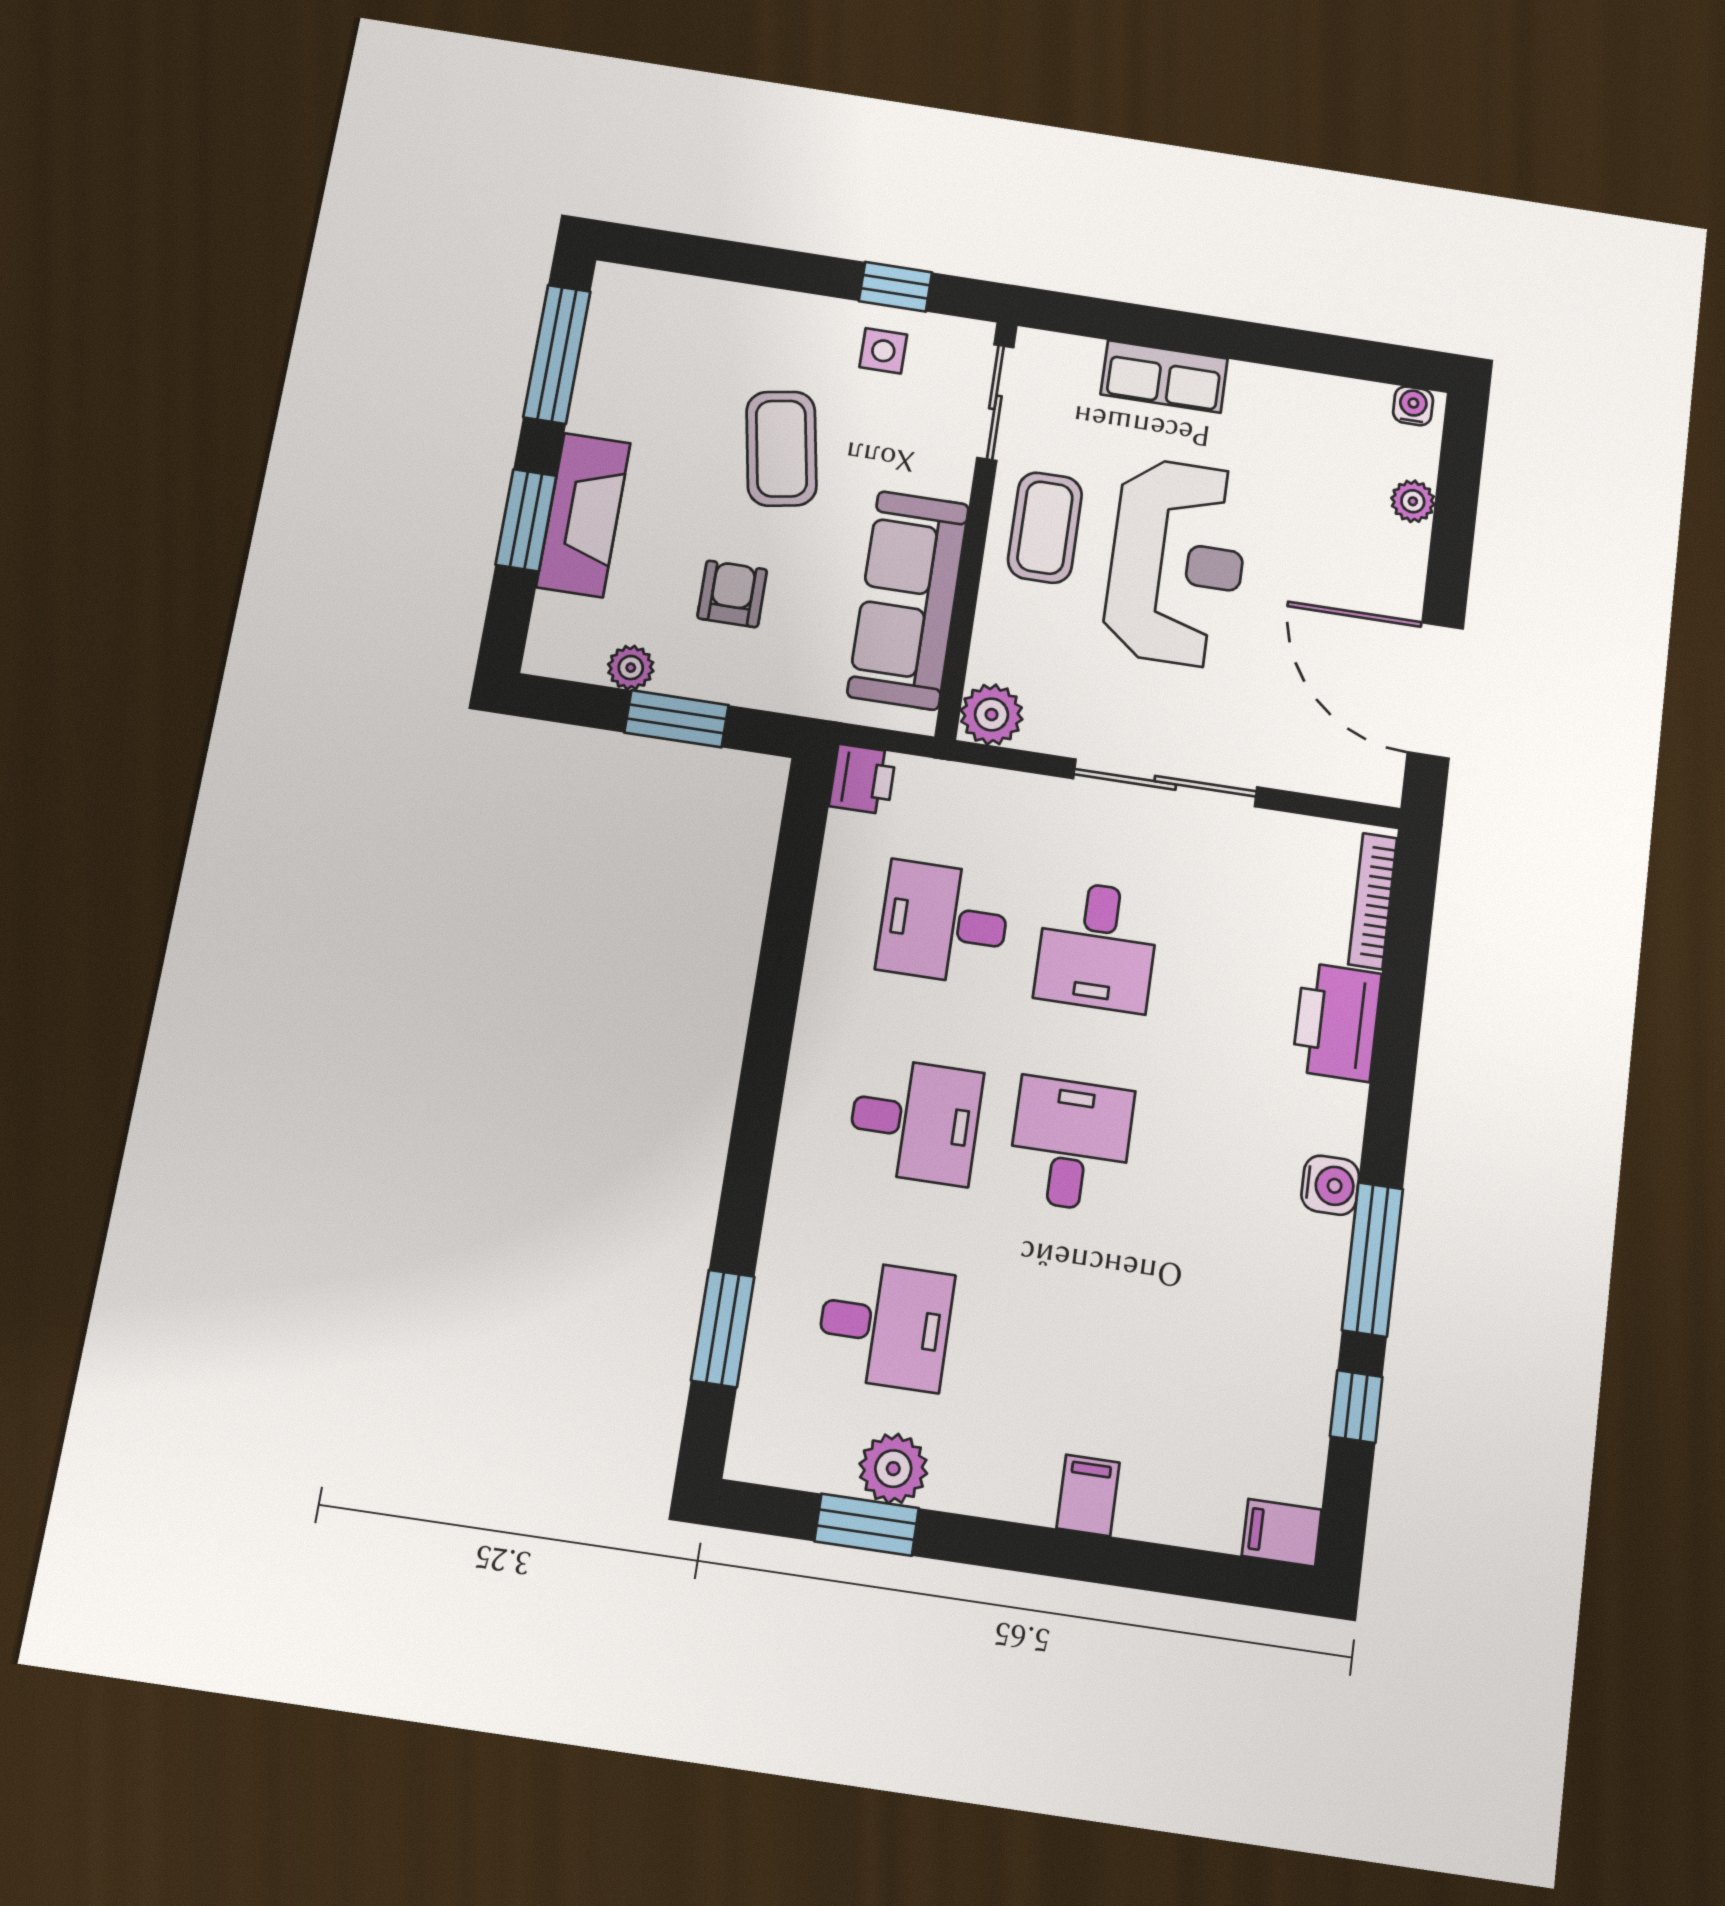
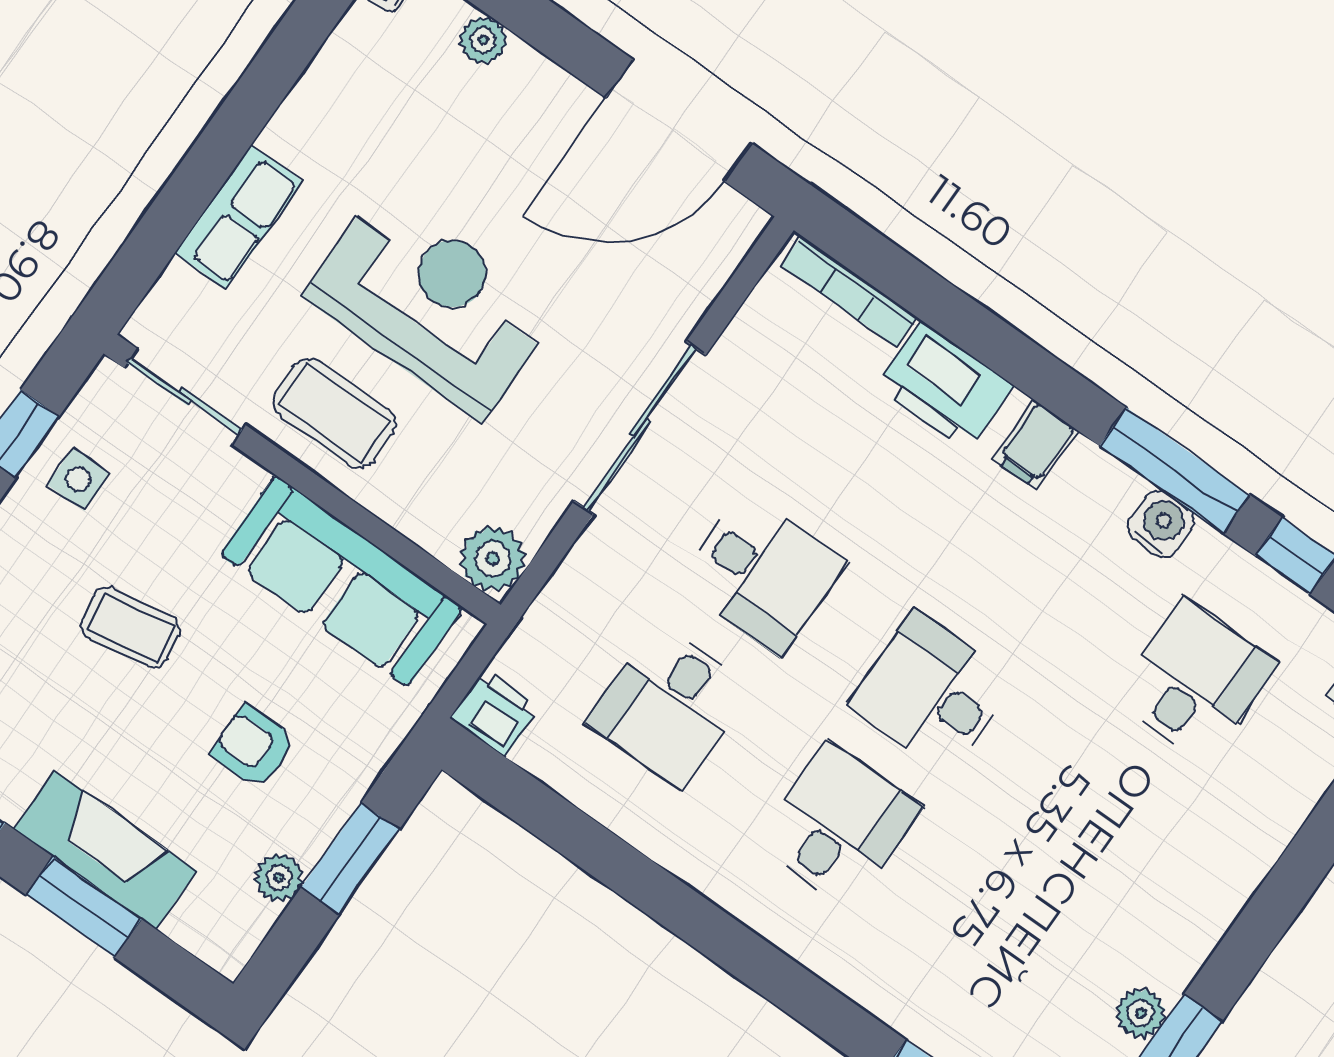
coffee table: (781, 449) -> (131, 628), width x0.73, depth x0.77
water cooler: (1330, 1185) -> (1161, 524), moved
desk: (885, 1325) -> (1195, 681), moved
plant: (893, 1469) -> (1141, 1013), width x0.73, depth x0.73
filing cabinet: (1088, 1495) -> (1035, 445), moved, turned -90

